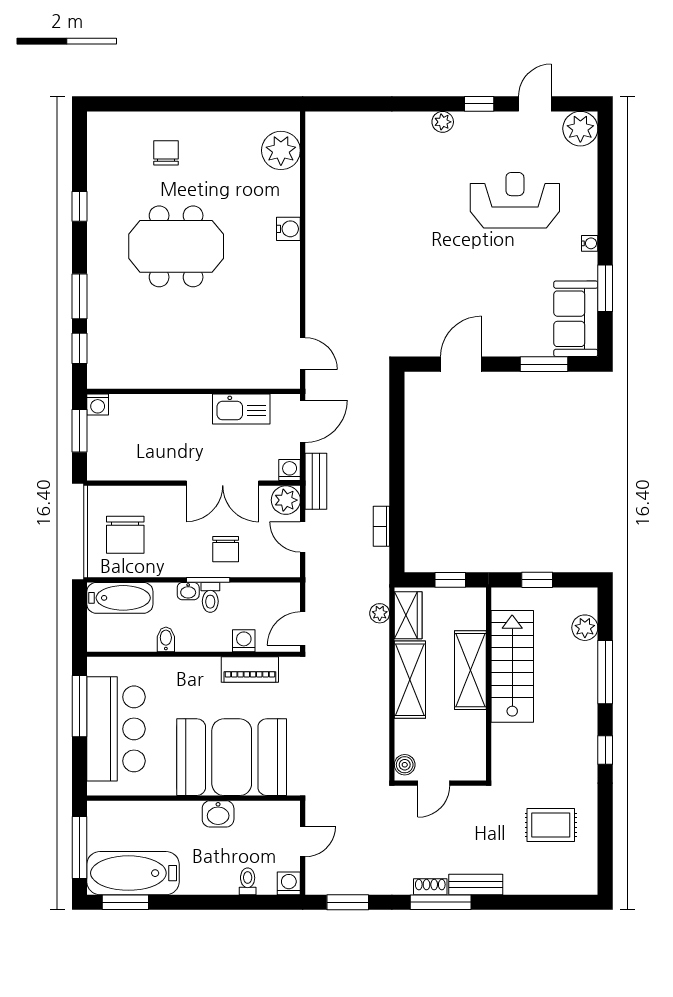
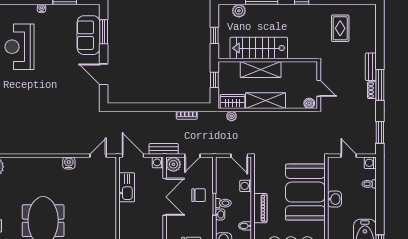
water cooler: (288, 229) -> (69, 163), moved
sofa: (576, 319) -> (88, 35), moved, turned 90
piano: (250, 670) -> (260, 208), moved

